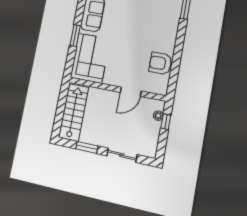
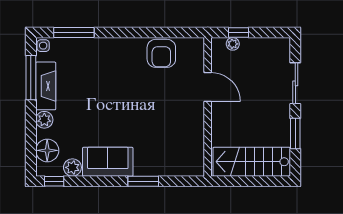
corner sofa: (90, 58) -> (172, 153), removed

